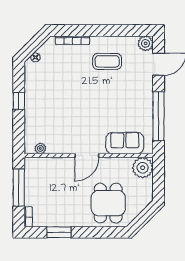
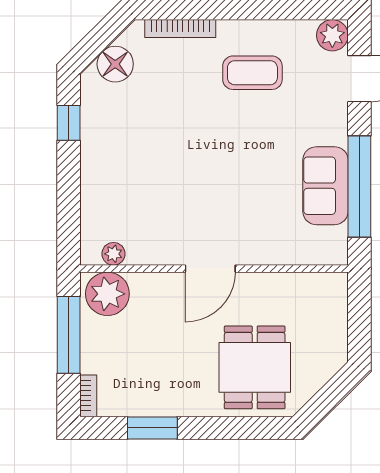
floor lamp: (35, 57) -> (115, 64), width x1.89, depth x1.89
window: (19, 101) -> (69, 123), moved
sofa: (125, 143) -> (325, 186), moved, turned -90
plant: (143, 168) -> (107, 294), moved

